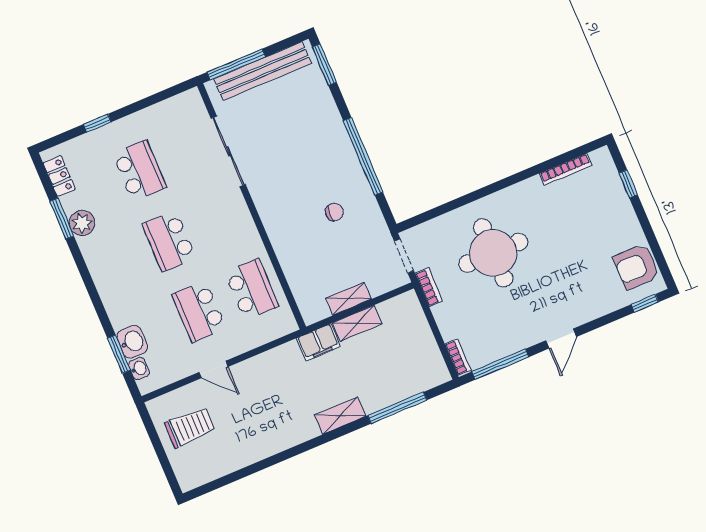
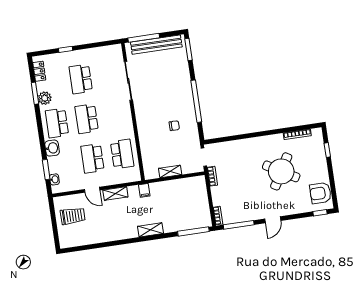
school desk: (139, 171) -> (81, 79), turned 180
round table: (493, 253) -> (281, 171), moved, turned 30
school desk: (117, 263) -> (57, 123), added
shelving: (357, 323) -> (115, 193), moved
washbasin: (132, 342) -> (52, 148), moved
filing cabinet: (318, 342) -> (144, 190), width x0.50
window: (397, 408) -> (193, 231), moved

